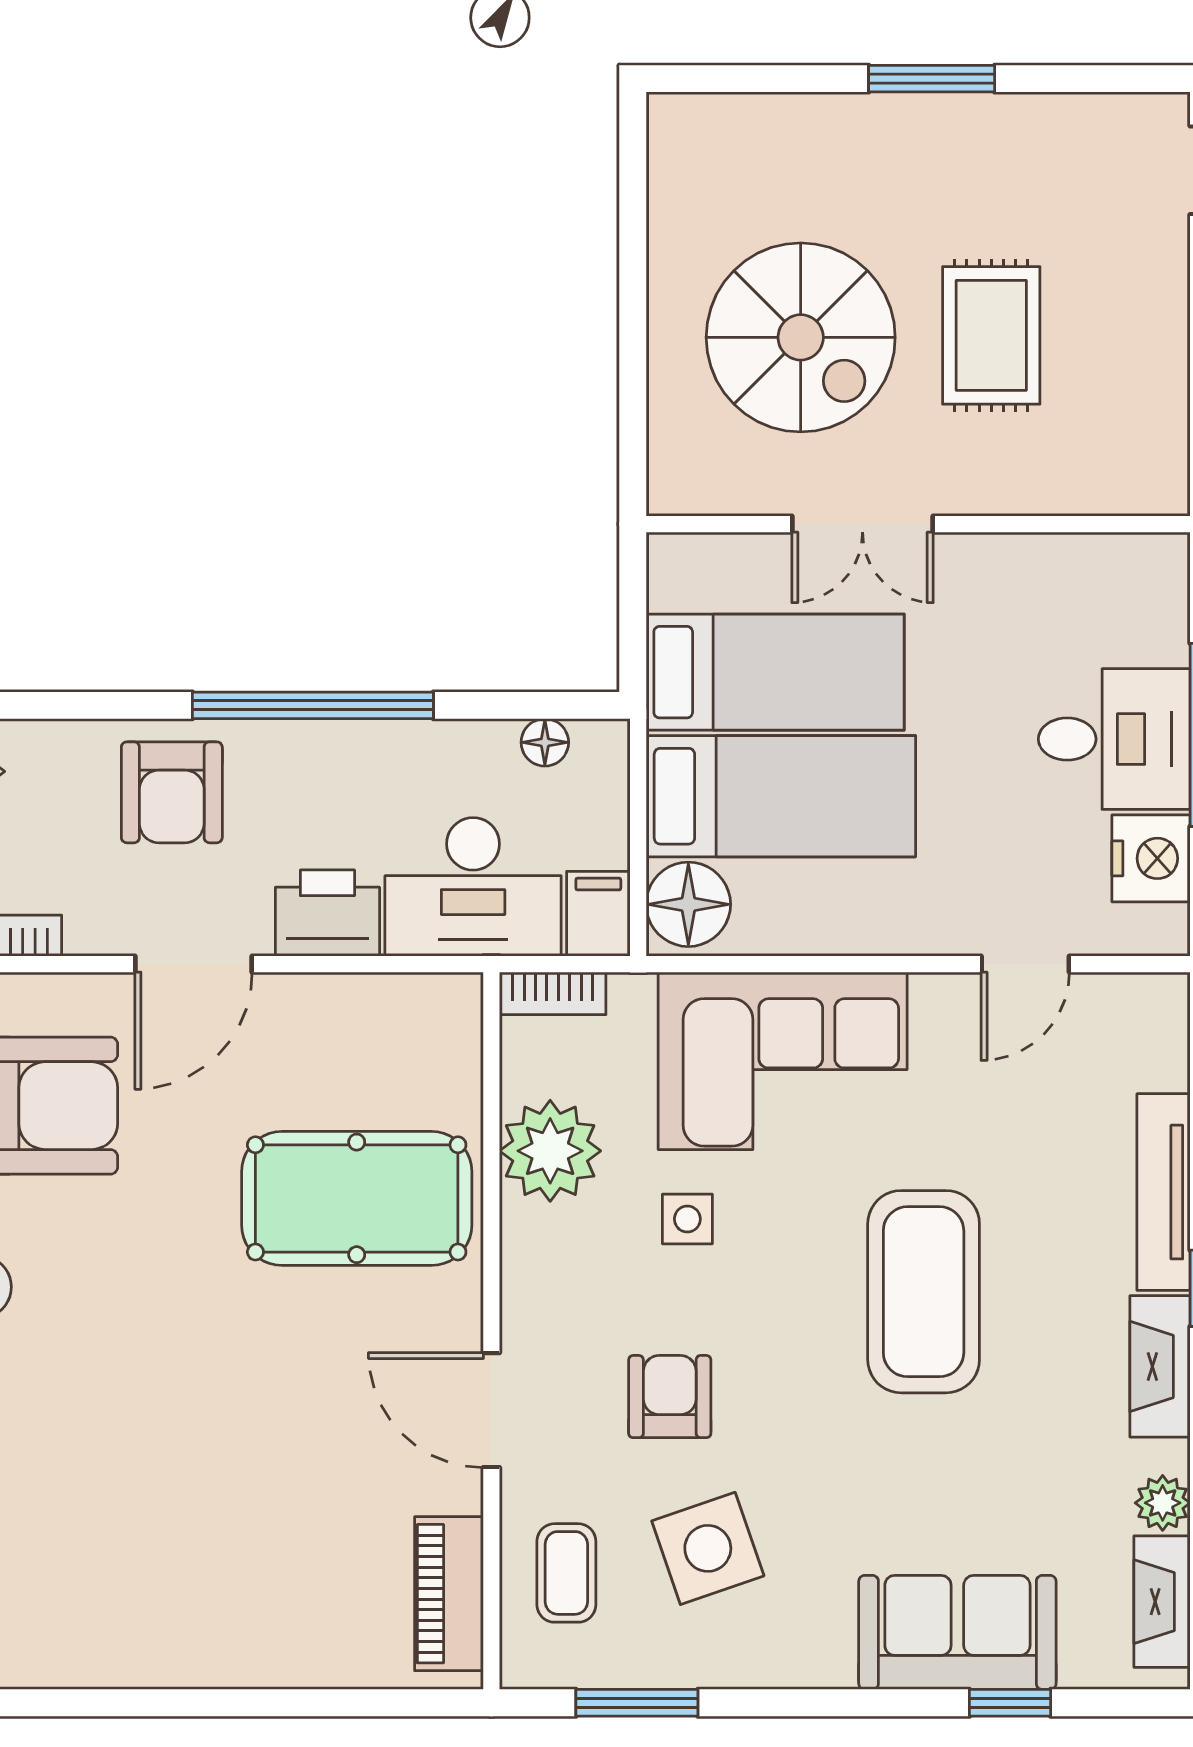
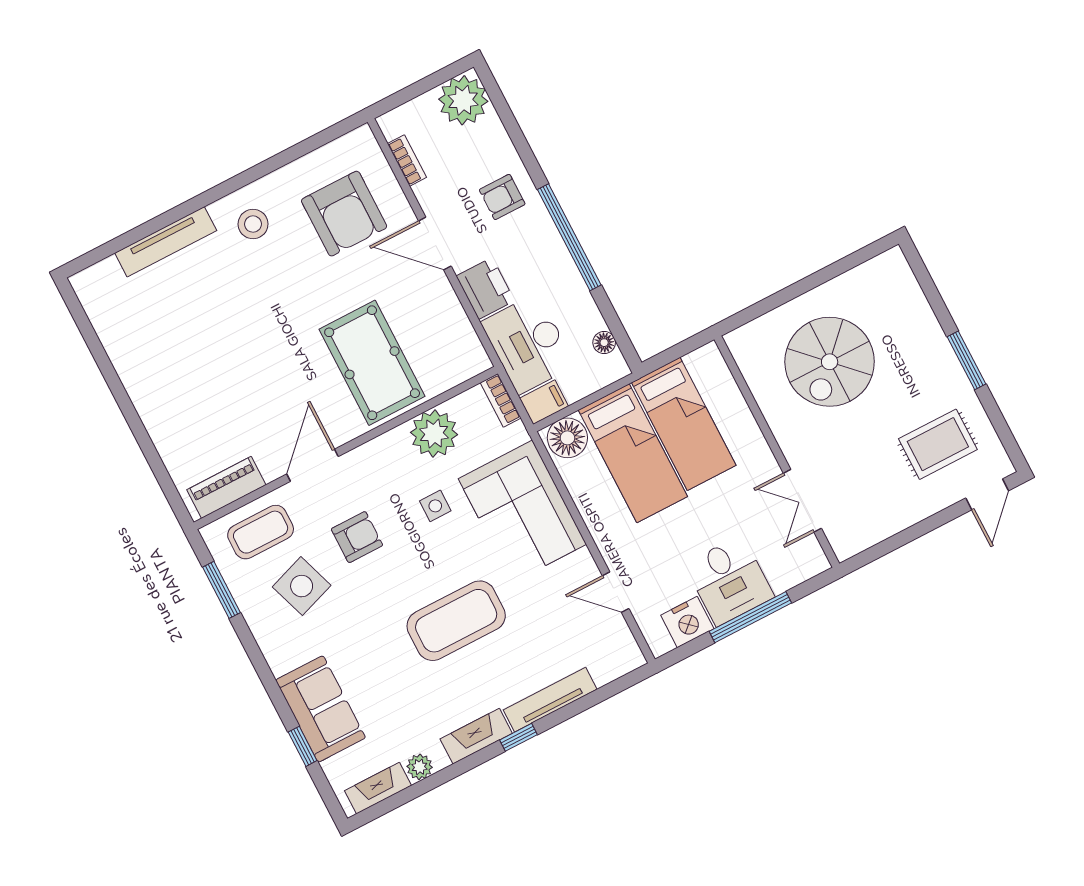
rug: (991, 335) -> (938, 444), moved
double door: (863, 524) -> (802, 501), moved
armchair: (172, 792) -> (502, 197), width x0.72, depth x0.72
coffee table: (566, 1573) -> (261, 532), width x1.36, depth x1.30

